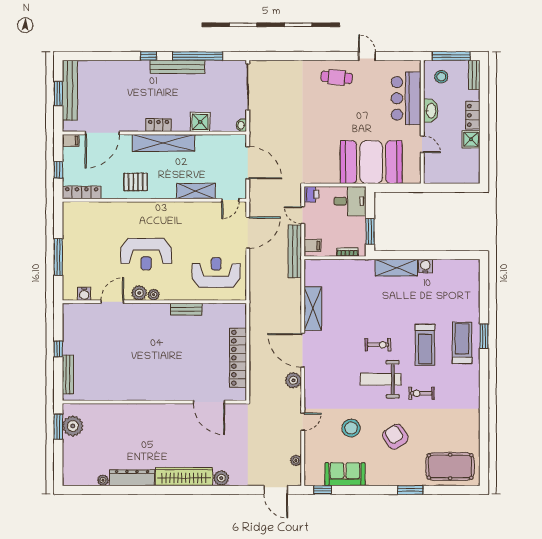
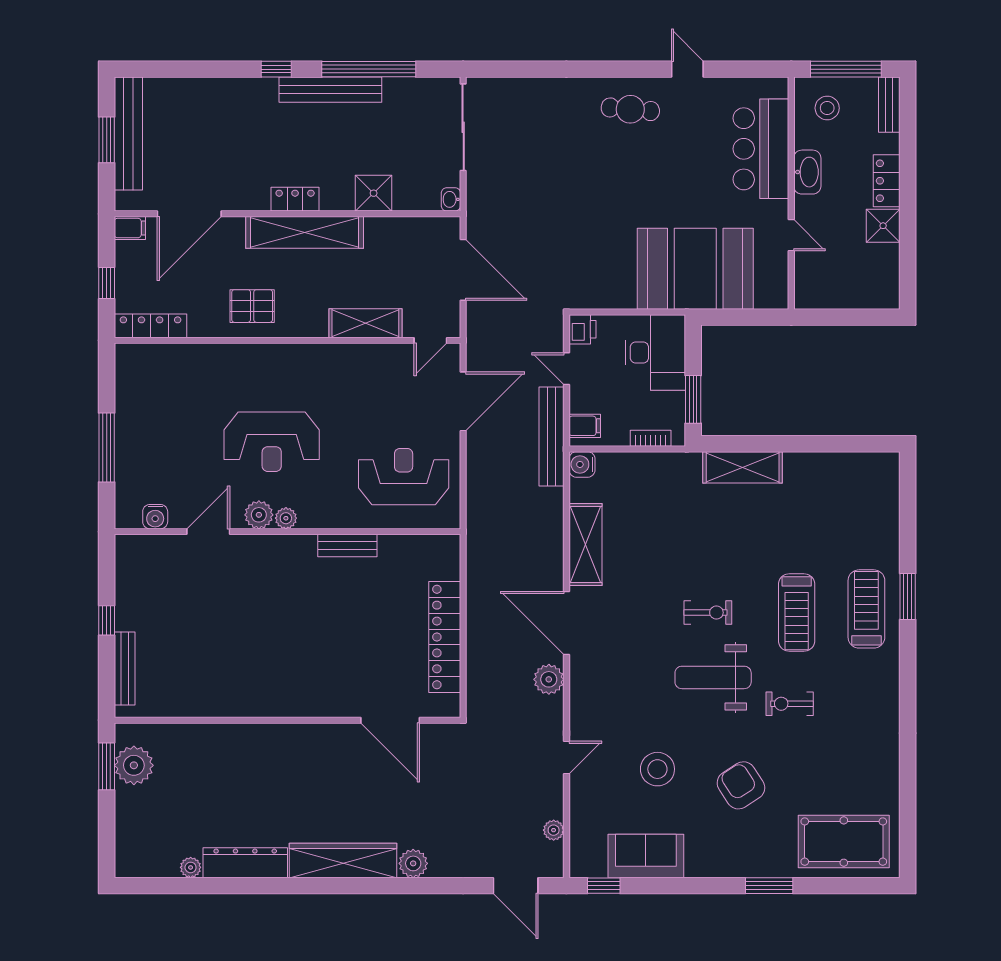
desk: (350, 201) -> (655, 353), width x1.37
water cooler: (425, 266) -> (582, 464), moved, turned -90

